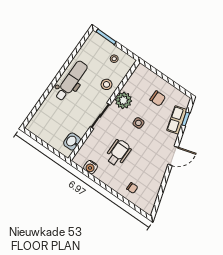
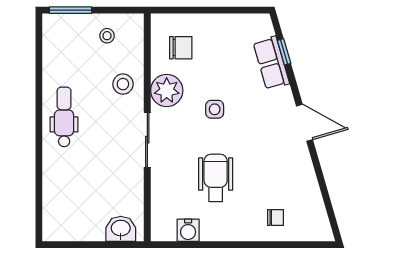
dental chair: (71, 81) -> (64, 117), width x0.73, depth x0.72
chair: (158, 98) -> (181, 48), moved
washbasin: (72, 142) -> (121, 229), moved, turned 90
door: (173, 156) -> (305, 123), hinge flipped

